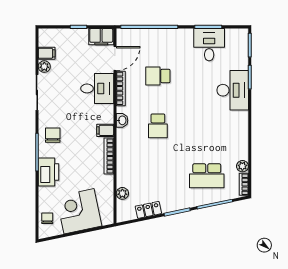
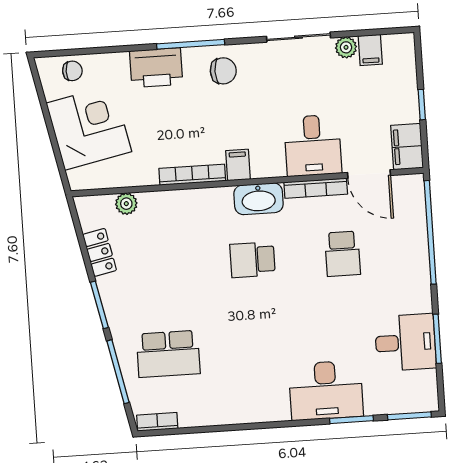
school desk: (158, 76) -> (343, 254), turned 180
washbasin: (122, 120) -> (259, 199), width x1.91, depth x1.45
plant: (242, 166) -> (190, 417), removed
school desk: (207, 176) -> (168, 354), turned -90

